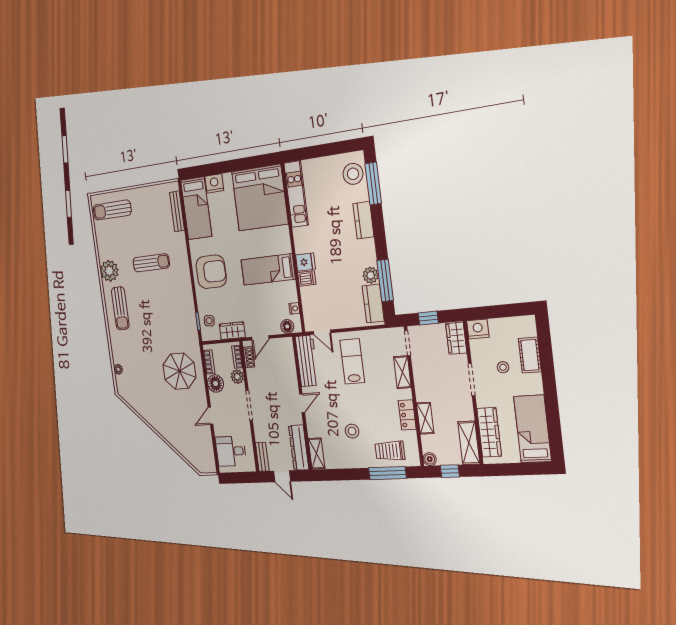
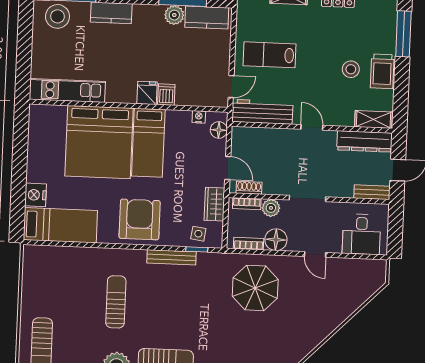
bed: (260, 198) -> (99, 142), moved, turned 90
bench: (177, 211) -> (171, 257), moved
trolley: (390, 451) -> (382, 71), moved

